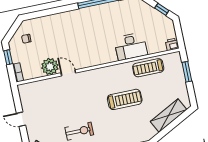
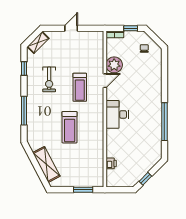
printer: (172, 44) -> (111, 163), moved
desk: (131, 46) -> (117, 114), moved
treadmill: (148, 68) -> (80, 87), moved, turned 180

